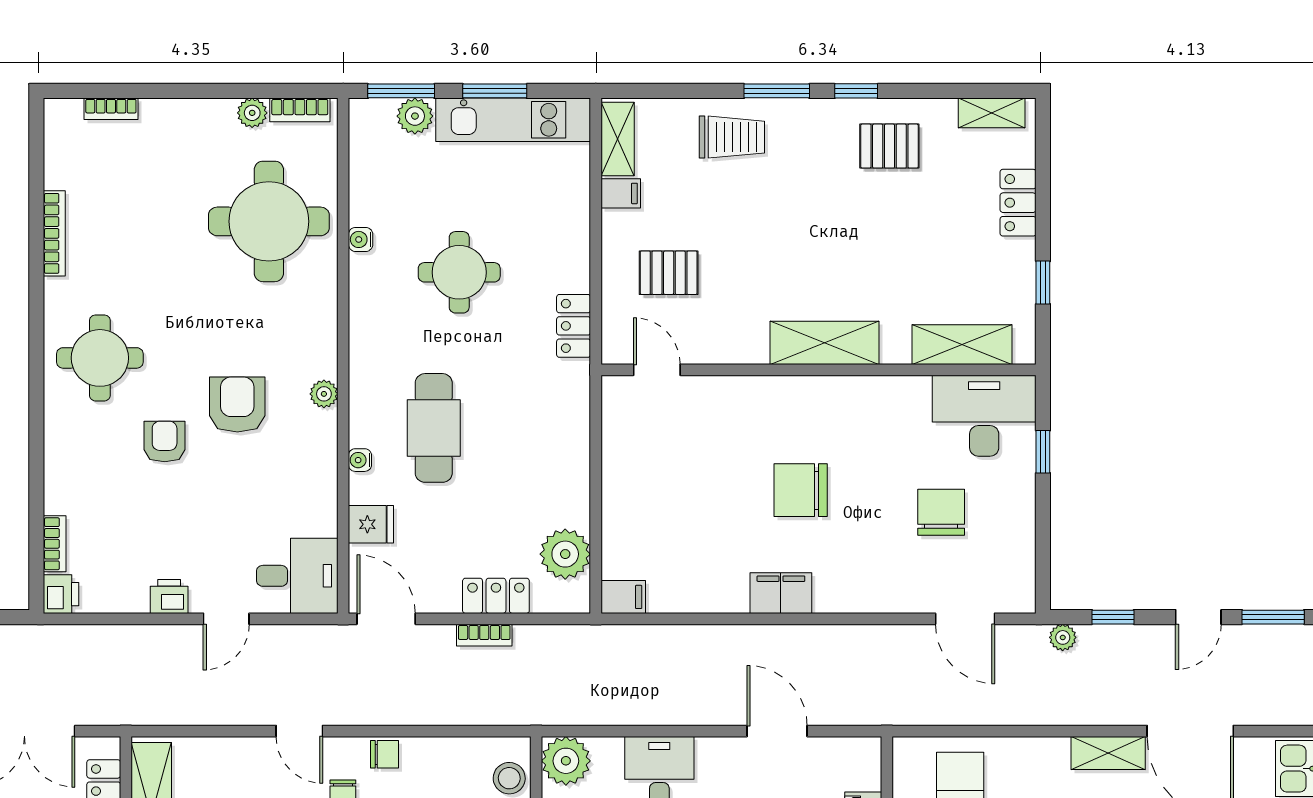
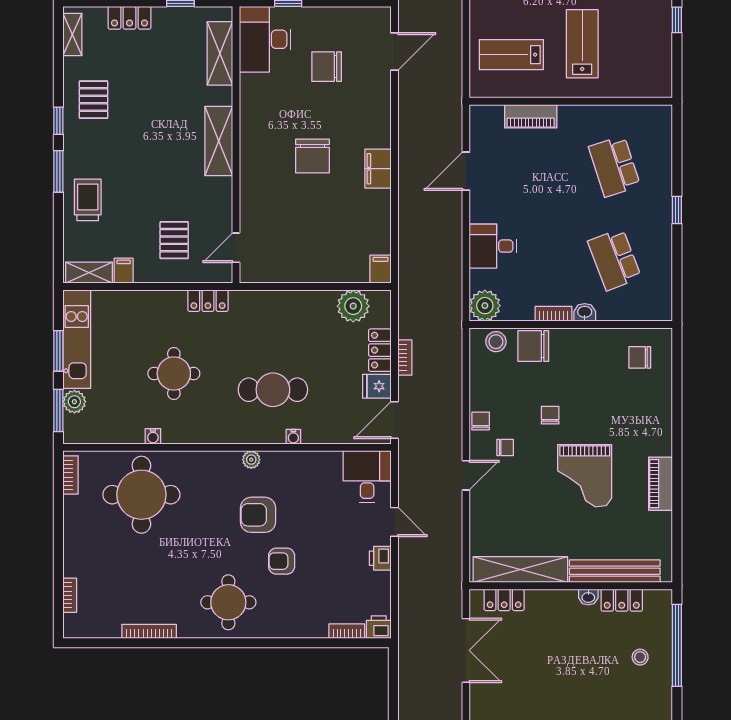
plant: (252, 113) -> (72, 505), removed
fridge: (371, 524) -> (377, 386), moved, turned -90

